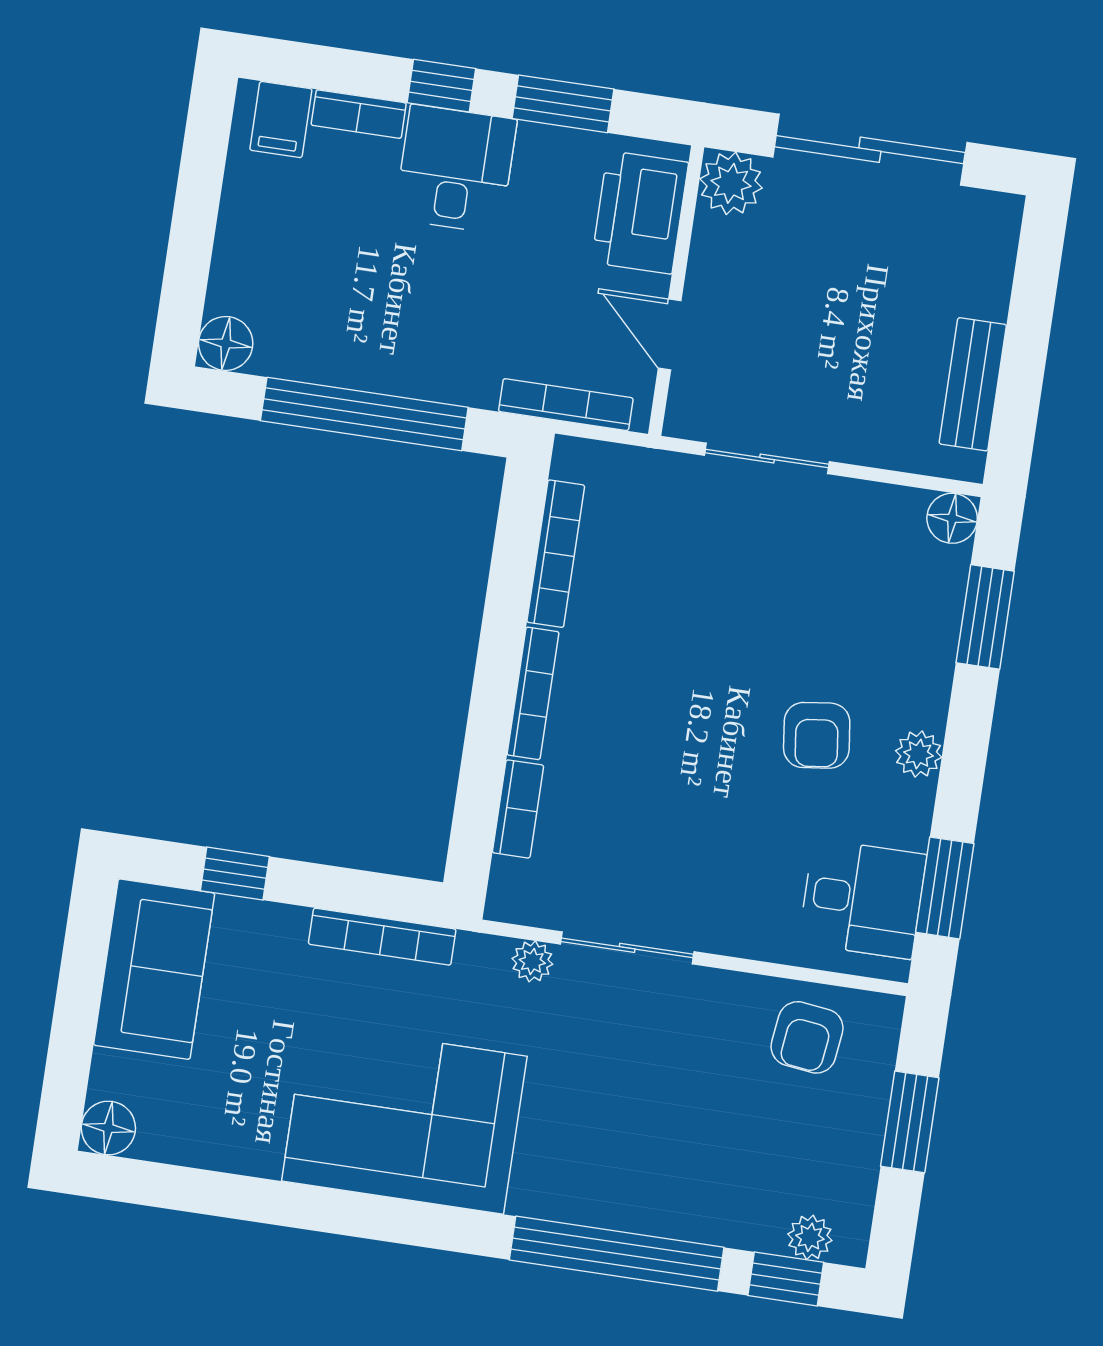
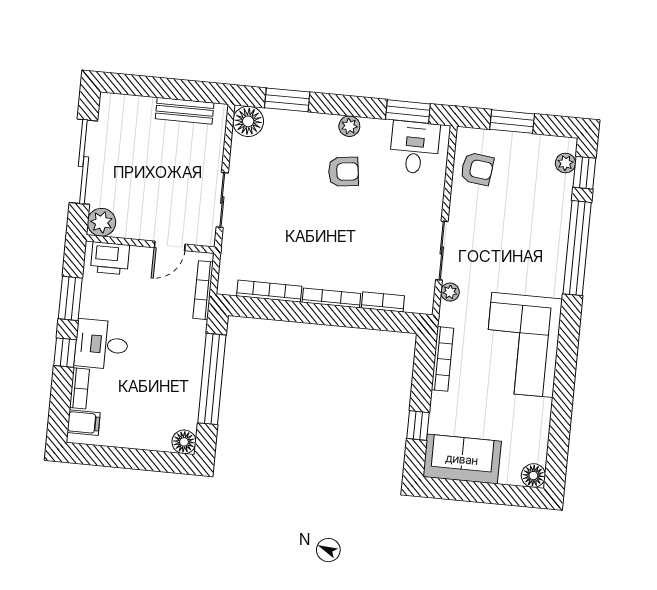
printer: (640, 212) -> (110, 258), width x0.73, depth x0.84
floor lamp: (952, 518) -> (248, 121), width x1.38, depth x1.38

